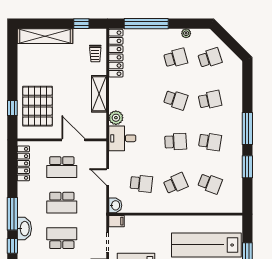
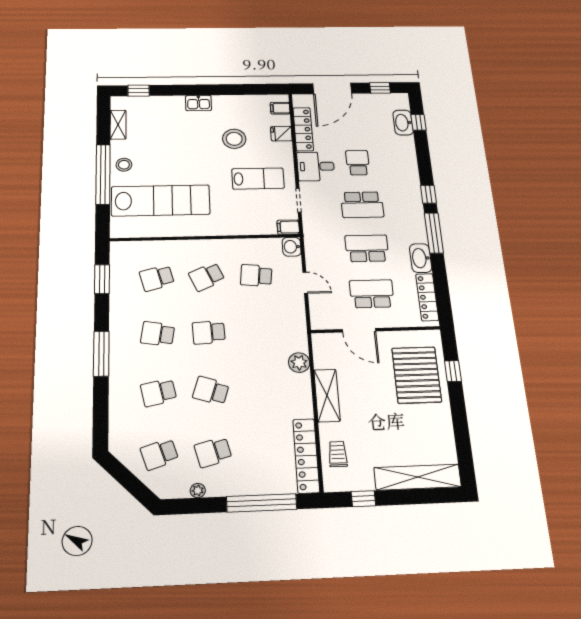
desk: (122, 138) -> (288, 335), removed
window: (247, 167) -> (102, 279), moved
school desk: (210, 183) -> (157, 278), turned -36
washbasin: (24, 229) -> (421, 258), moved

